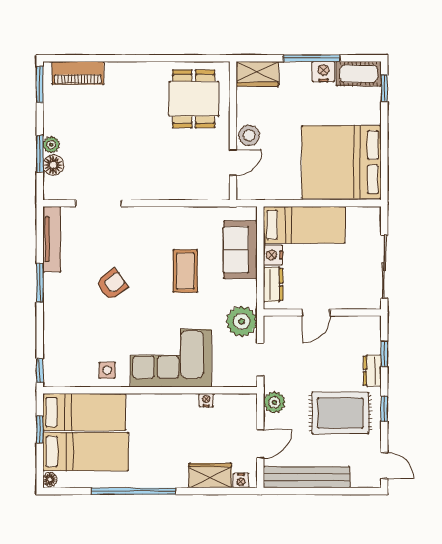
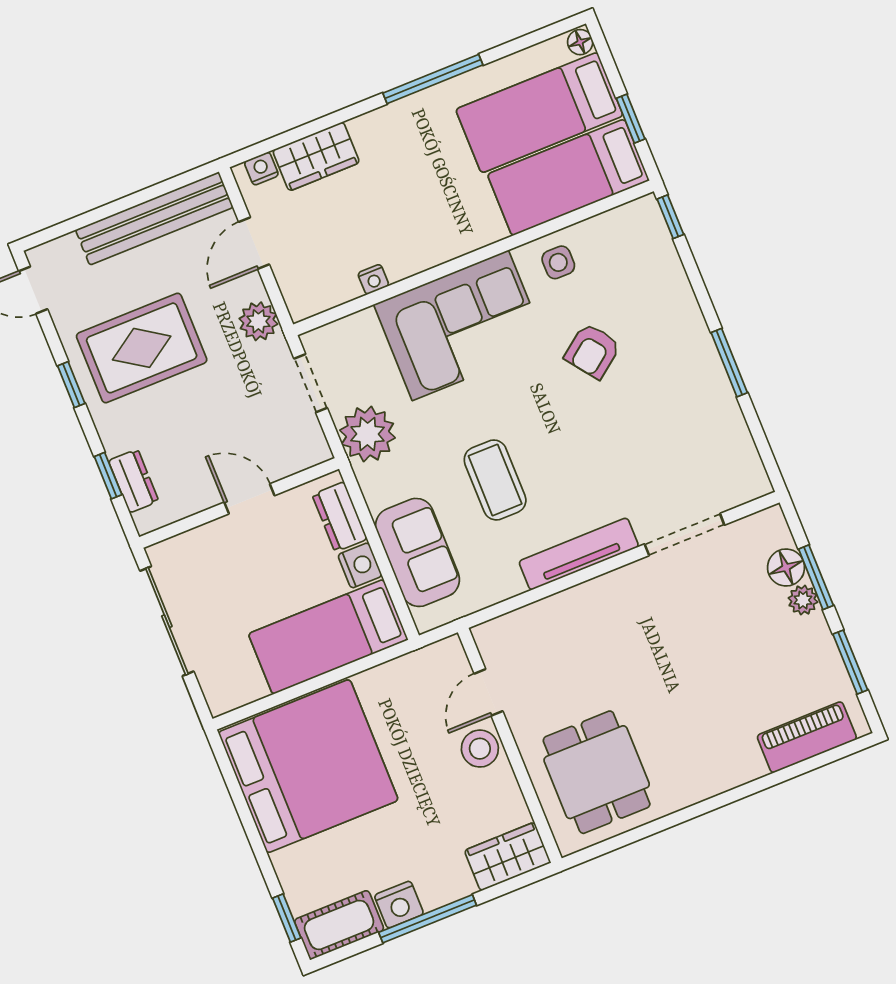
window: (40, 84) -> (850, 662), moved
tv unit: (52, 239) -> (579, 554), moved, turned 90
armchair: (112, 285) -> (593, 351), moved
door: (316, 313) -> (249, 499), hinge flipped
dresser: (372, 371) -> (134, 481), moved
window: (134, 491) -> (433, 79), width x0.68

